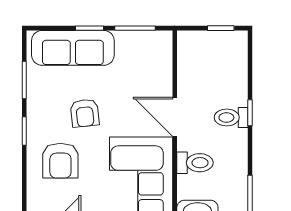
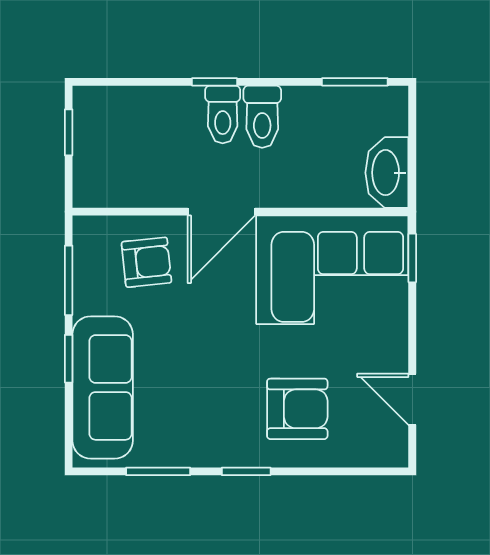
armchair: (85, 113) -> (147, 262), moved
toilet: (195, 163) -> (262, 117), moved, turned 180

